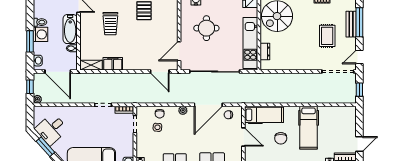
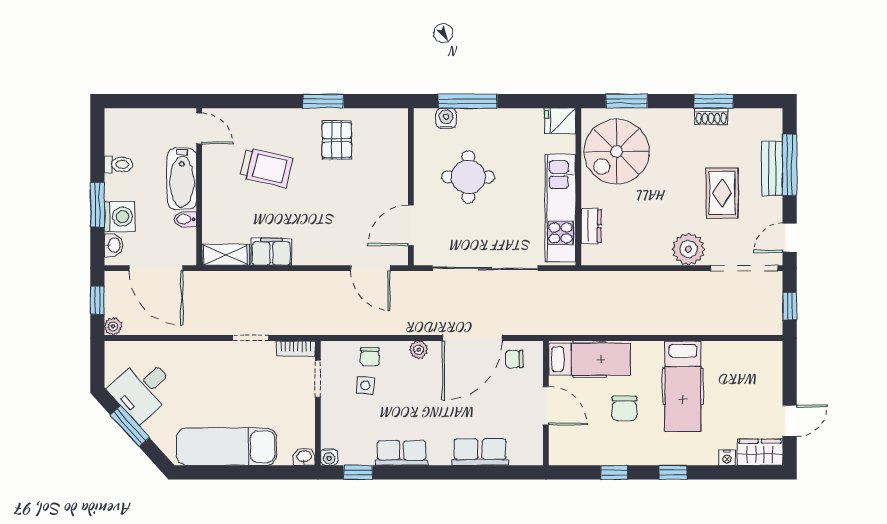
trolley: (110, 24) -> (266, 168), turned -77
washing machine: (41, 34) -> (119, 217), moved
plant: (311, 62) -> (689, 249), added

